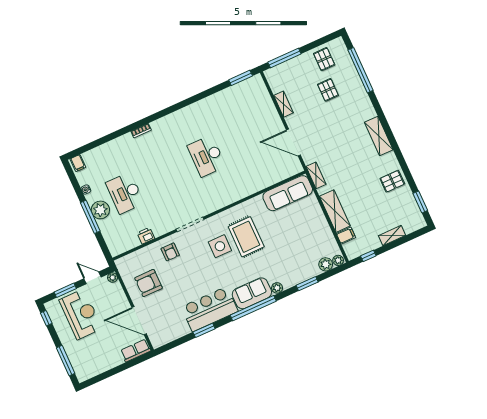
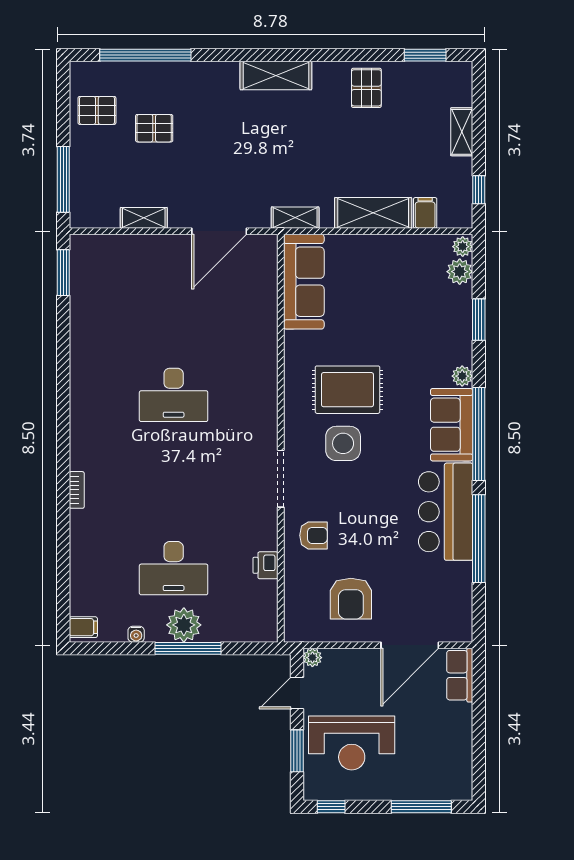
reception desk: (81, 314) -> (352, 743), turned 180
window: (204, 330) -> (479, 539), width x2.11

